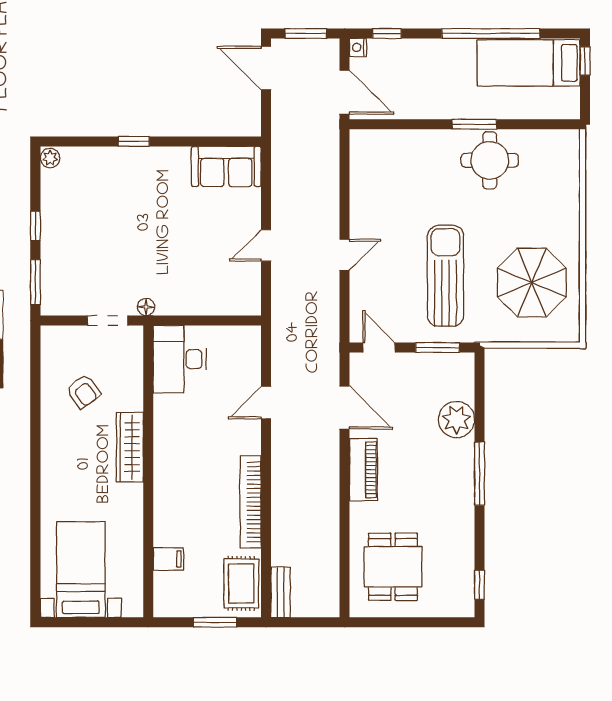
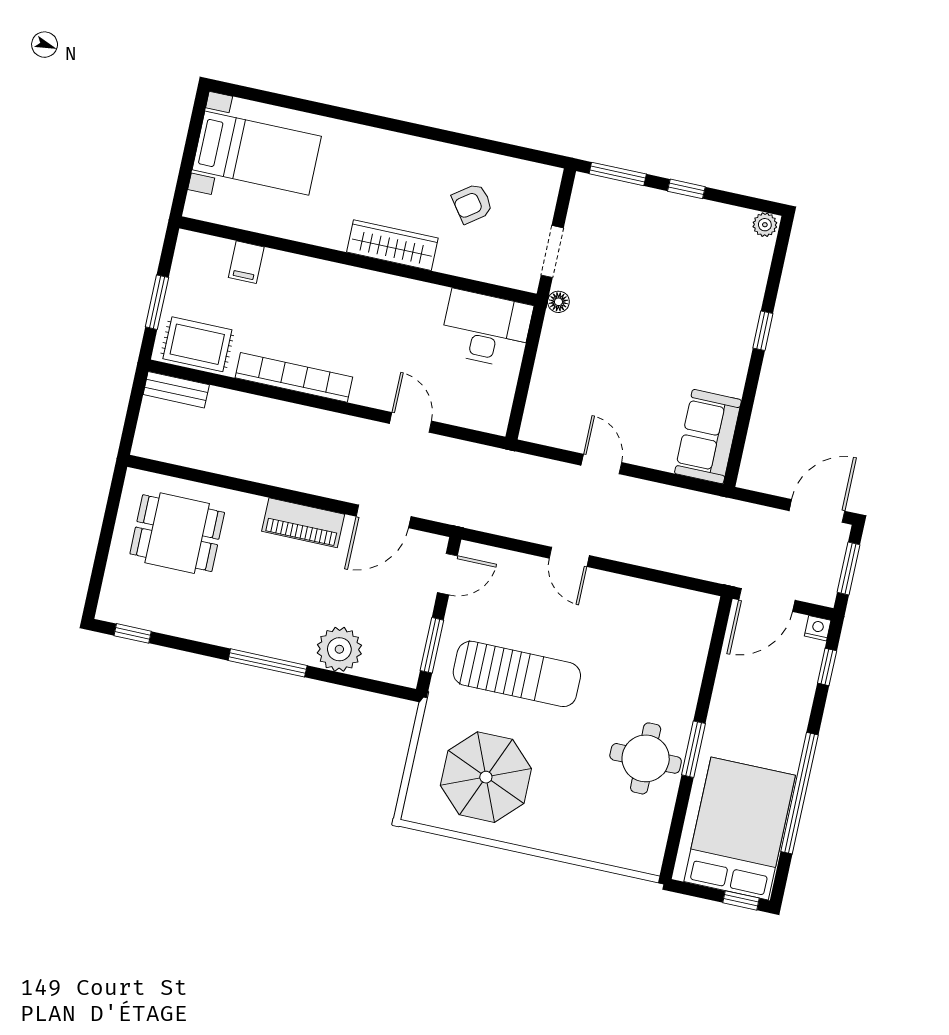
bed: (529, 63) -> (740, 828), width x1.50

